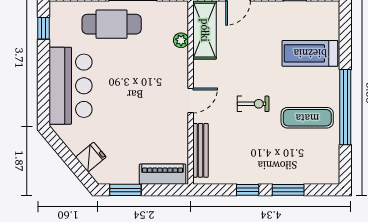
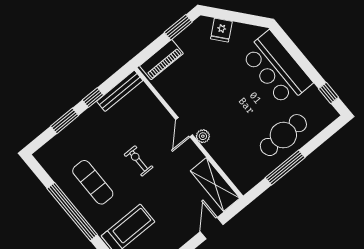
plant: (181, 40) -> (203, 136), moved
exercise bike: (253, 104) -> (139, 161), turned 90
exercise mat: (307, 118) -> (93, 182), turned 90
bench: (200, 150) -> (120, 91), moved, turned 90

